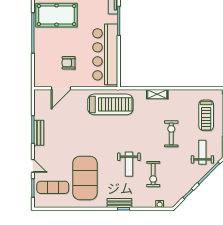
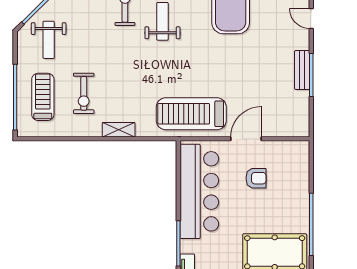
door: (61, 88) -> (246, 139), moved
exercise bike: (171, 134) -> (84, 93), moved

